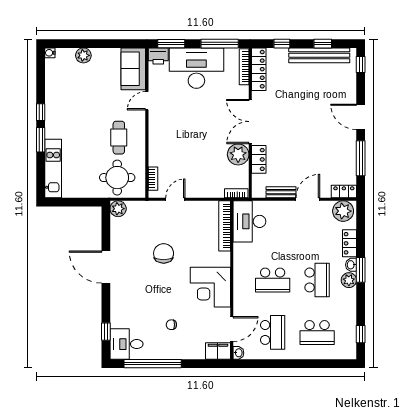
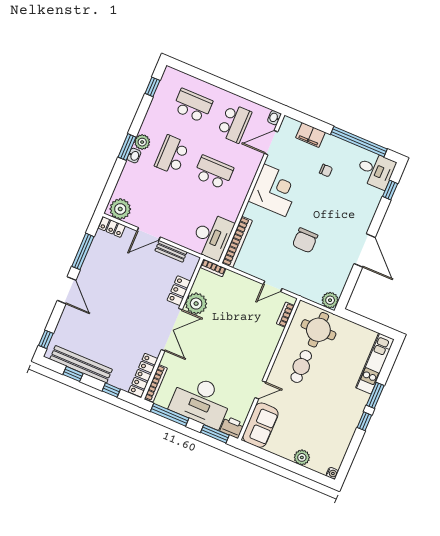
locker: (349, 243) -> (127, 176), removed
school desk: (273, 332) -> (234, 123), turned 180
filing cabinet: (218, 351) -> (310, 135), moved

